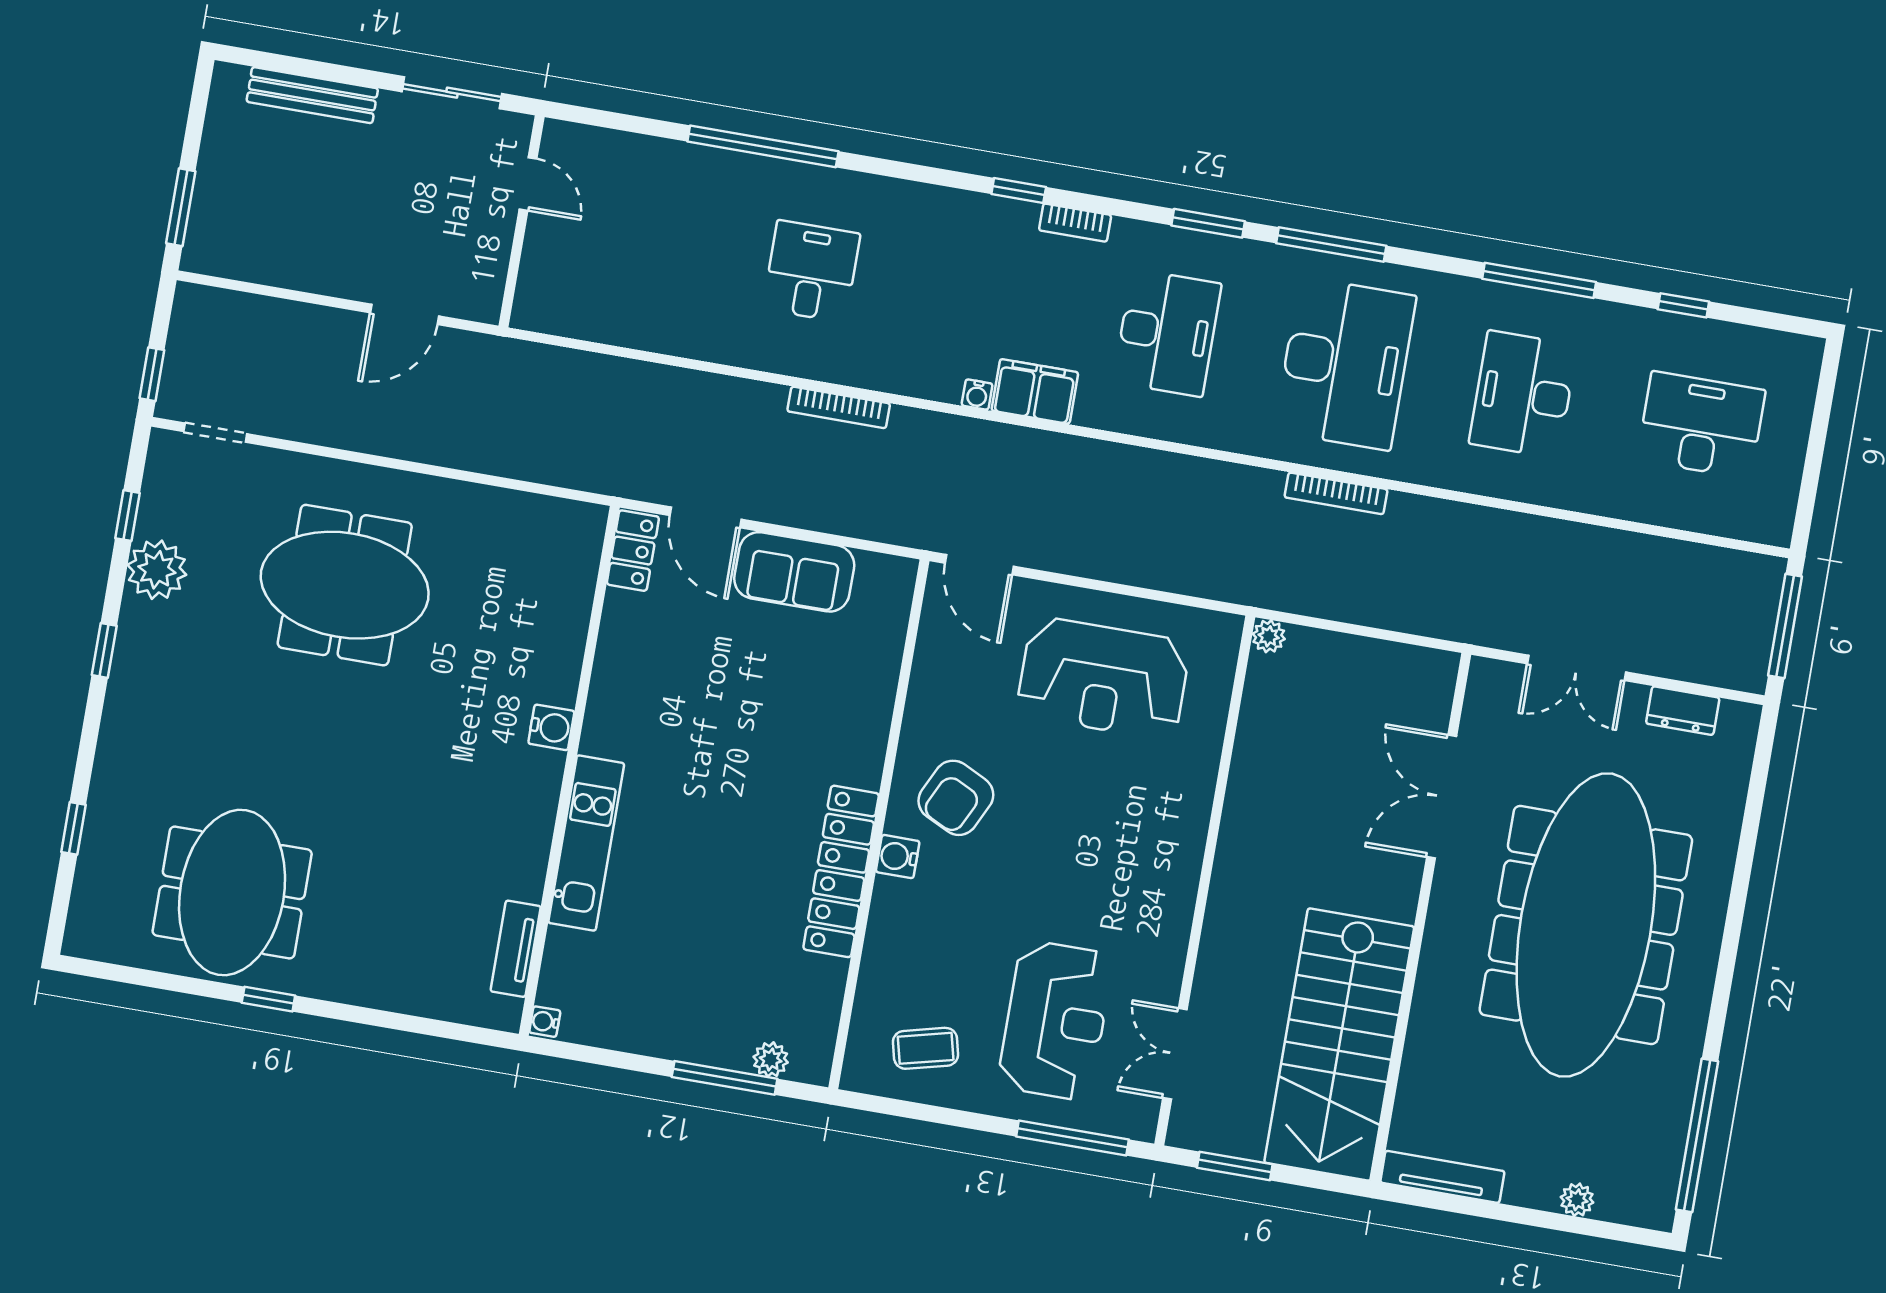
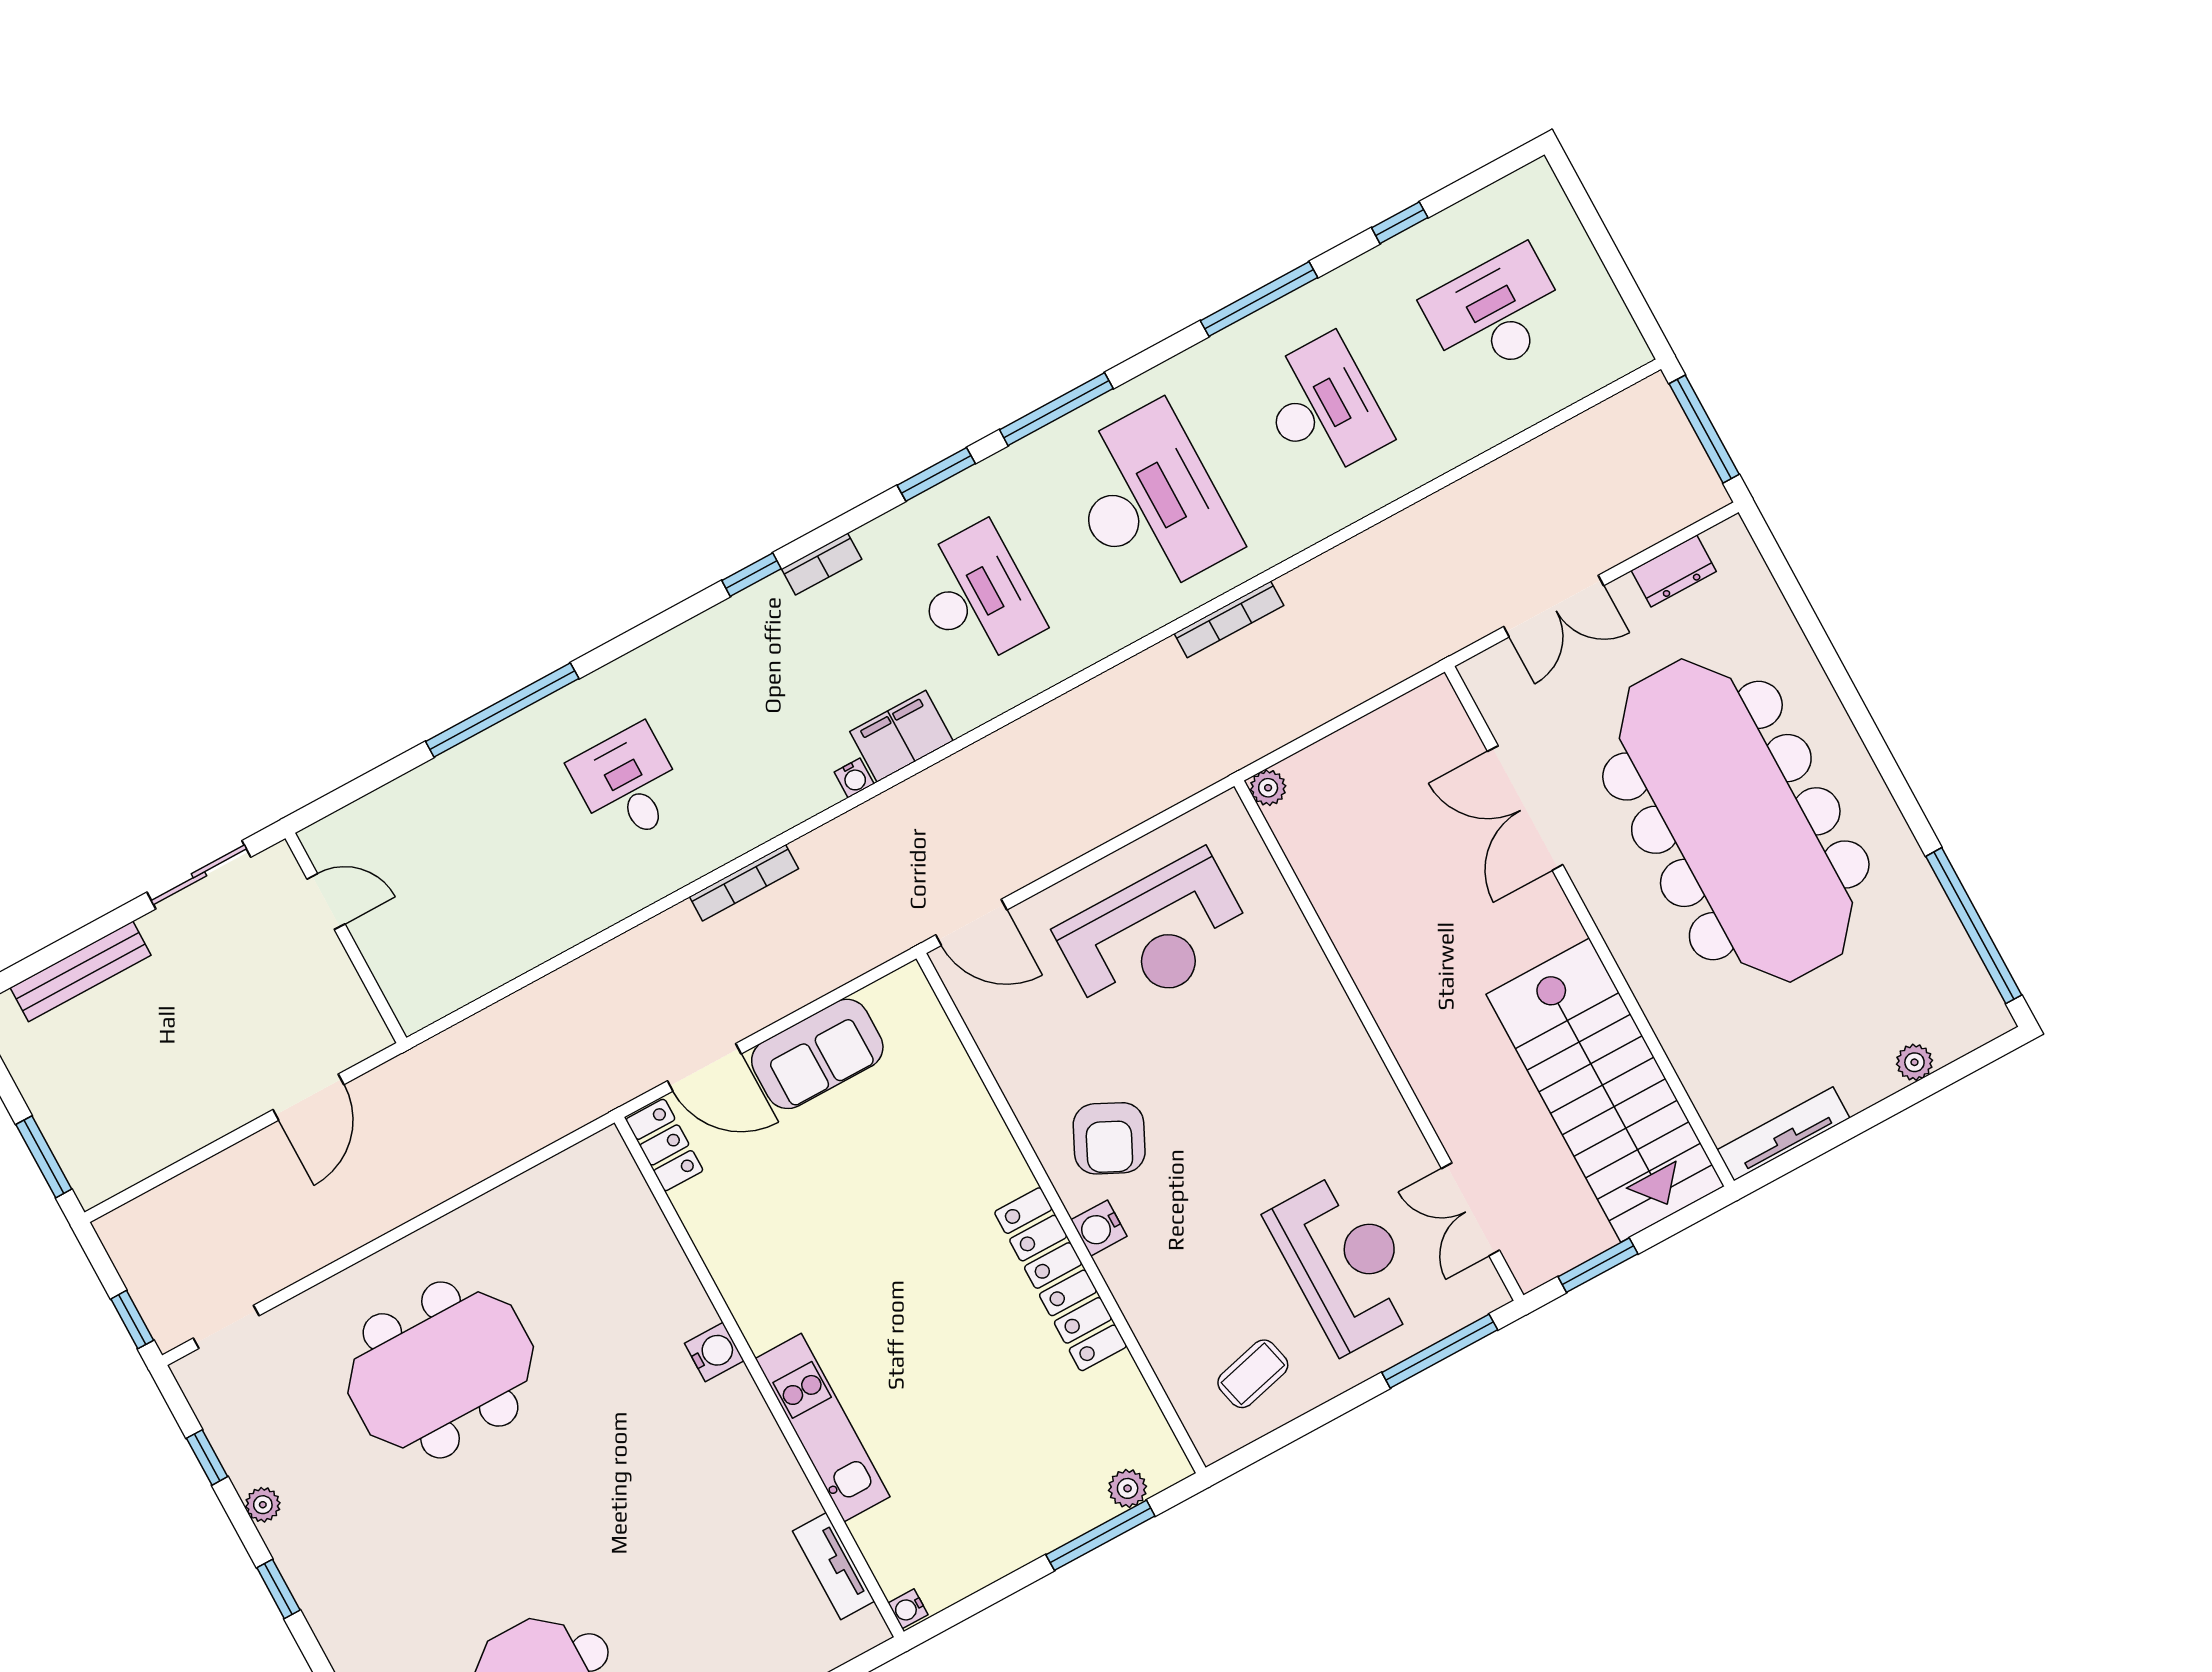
desk: (1523, 394) -> (1322, 408), turned 180
plant: (157, 570) -> (263, 1505), width x0.53, depth x0.53

